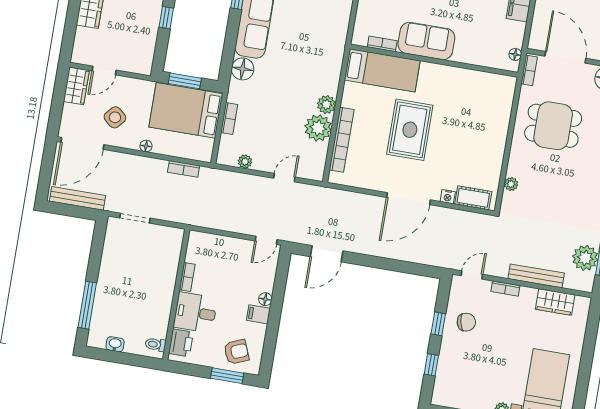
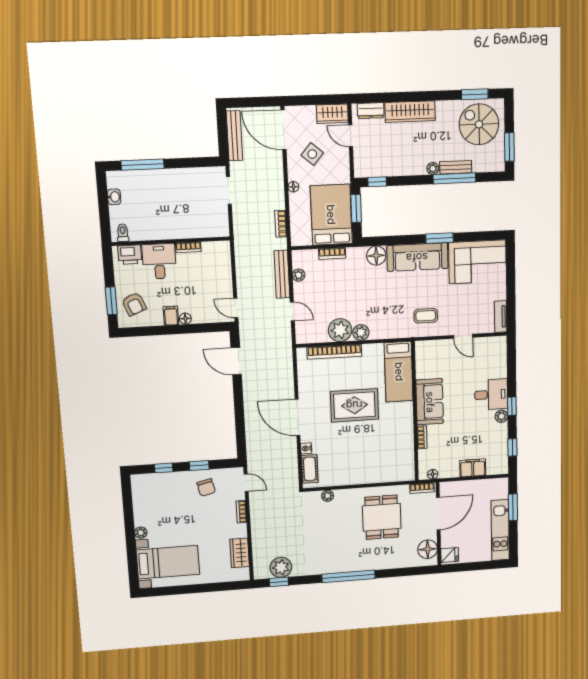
window: (166, 18) -> (377, 182), moved
coffee table: (324, 26) -> (426, 316), added
dresser: (82, 43) -> (371, 111), added
bookcase: (382, 44) -> (422, 437), moved
bench: (536, 276) -> (282, 274), moved

